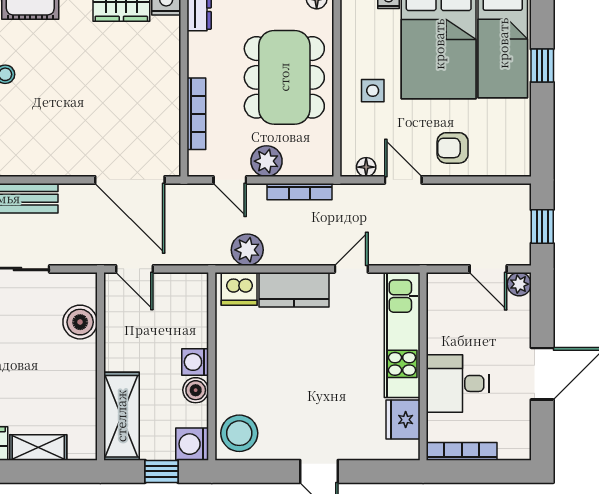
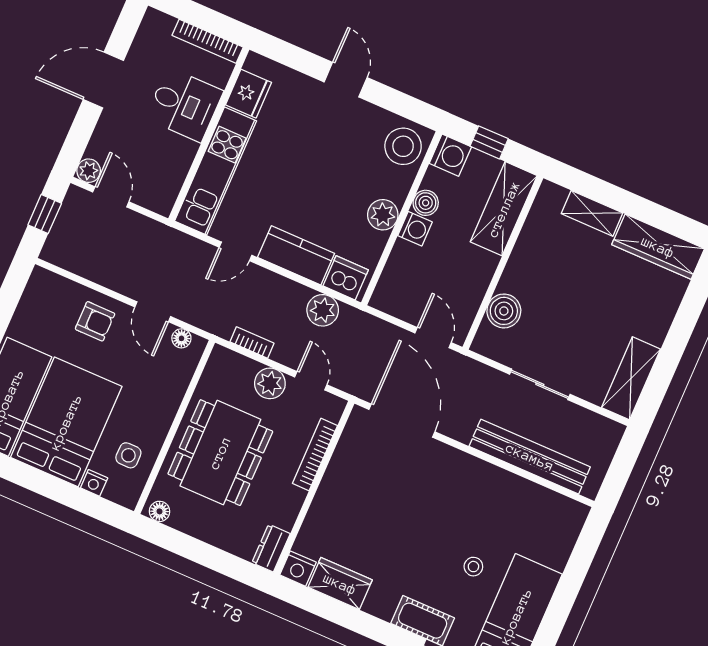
side table: (373, 91) -> (128, 455), moved
bookcase: (299, 192) -> (252, 343), width x0.64
plant: (230, 362) -> (383, 215), added

